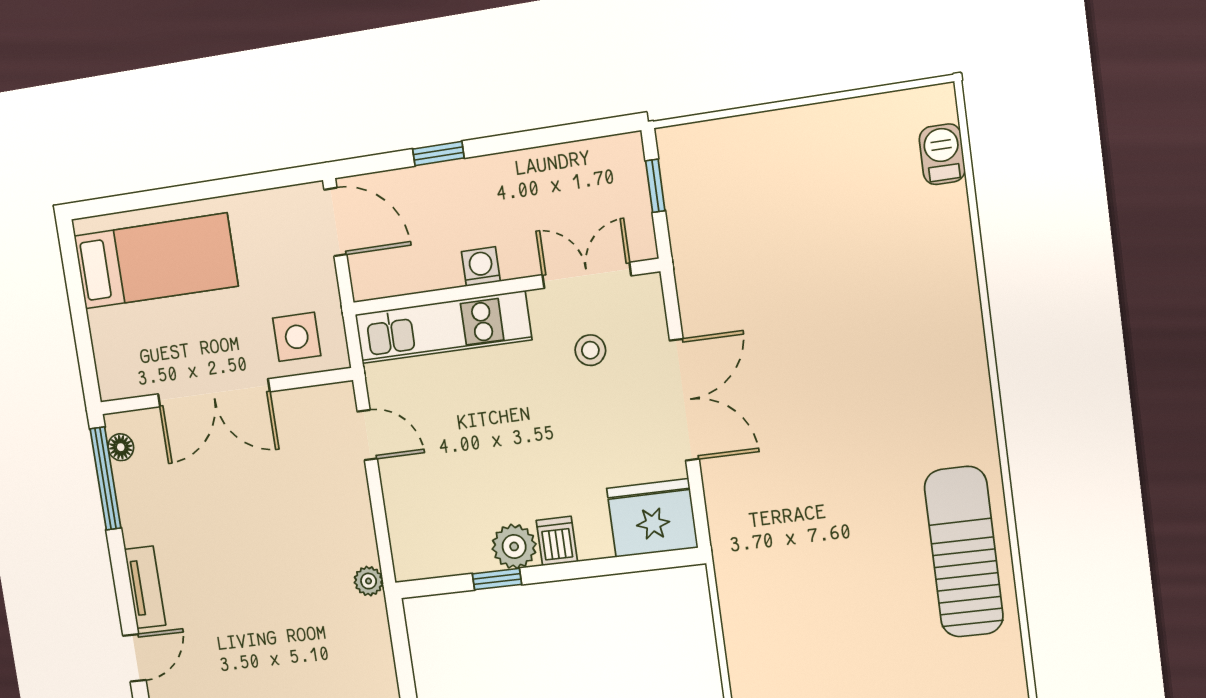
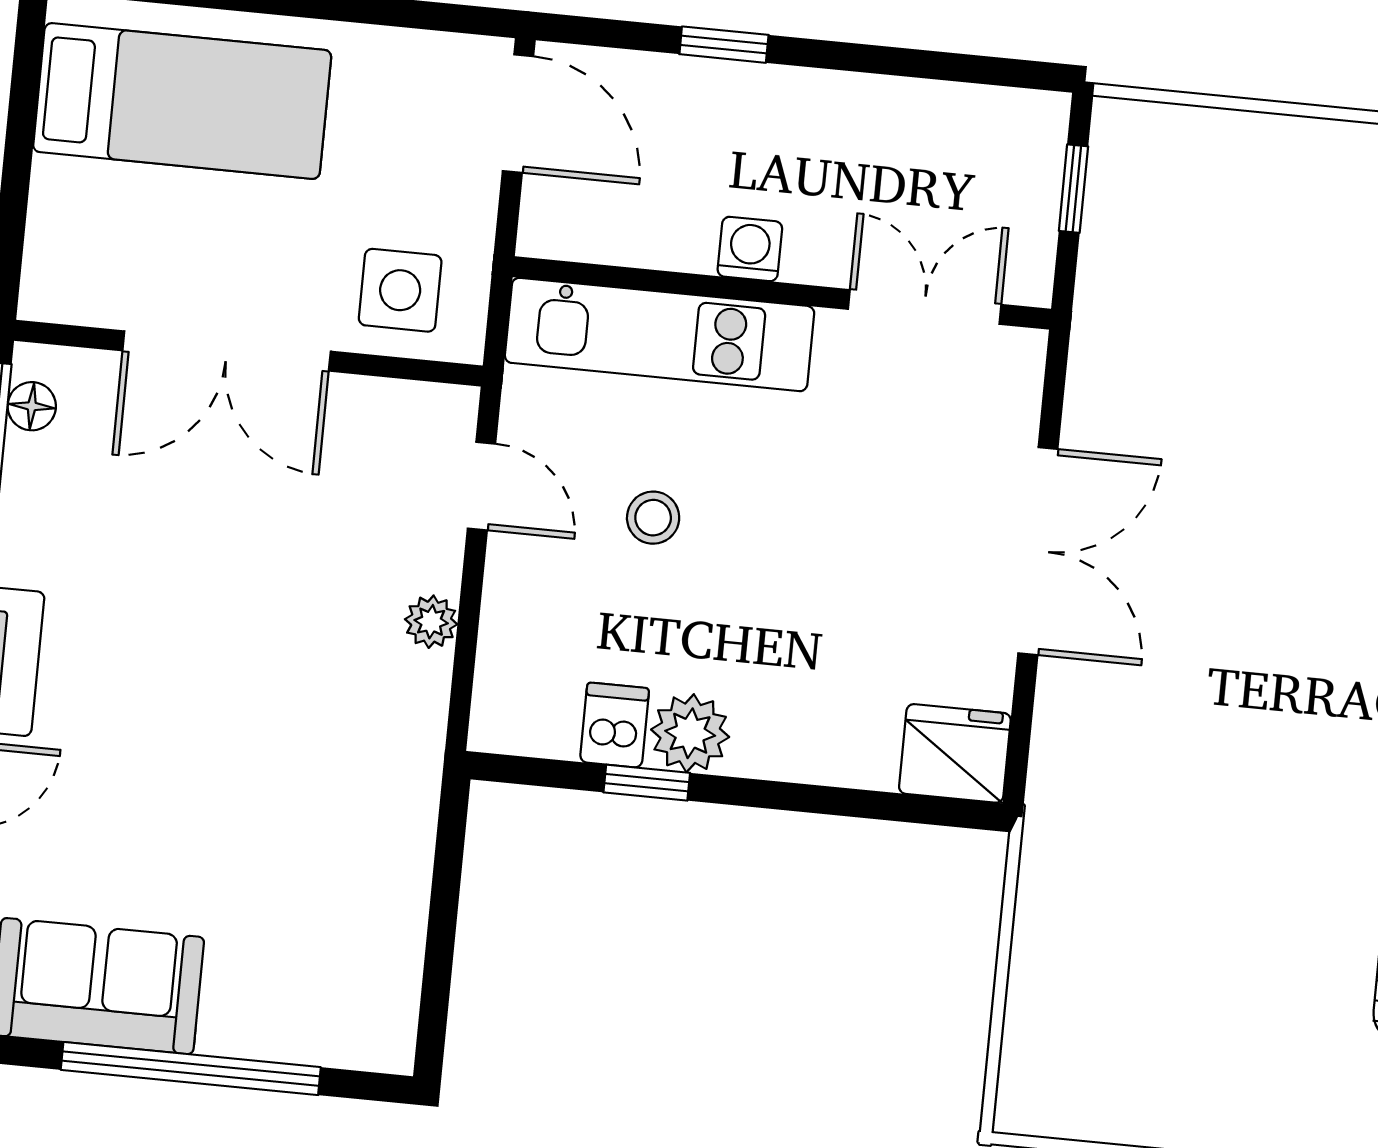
stool: (590, 350) -> (653, 518), moved
fridge: (652, 518) -> (955, 753), width x0.73, depth x0.75
dishwasher: (557, 541) -> (614, 725), moved
plant: (369, 581) -> (431, 622), moved

